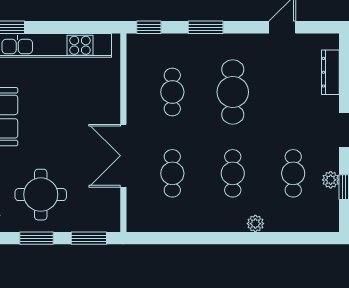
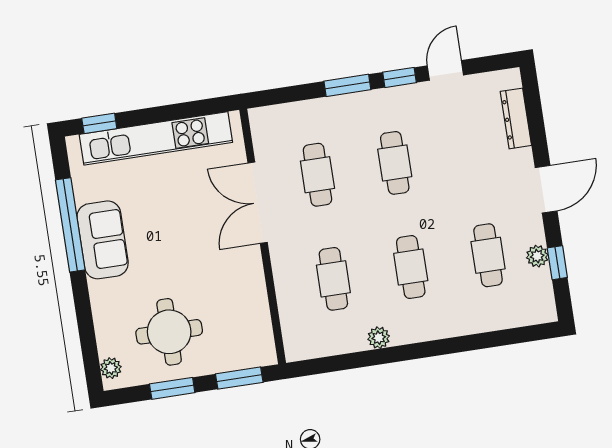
window: (149, 27) -> (400, 77), moved
cafe table: (233, 92) -> (395, 163), width x0.73, depth x0.74
double door: (123, 156) -> (258, 203), moved
plant: (255, 224) -> (379, 338), moved

